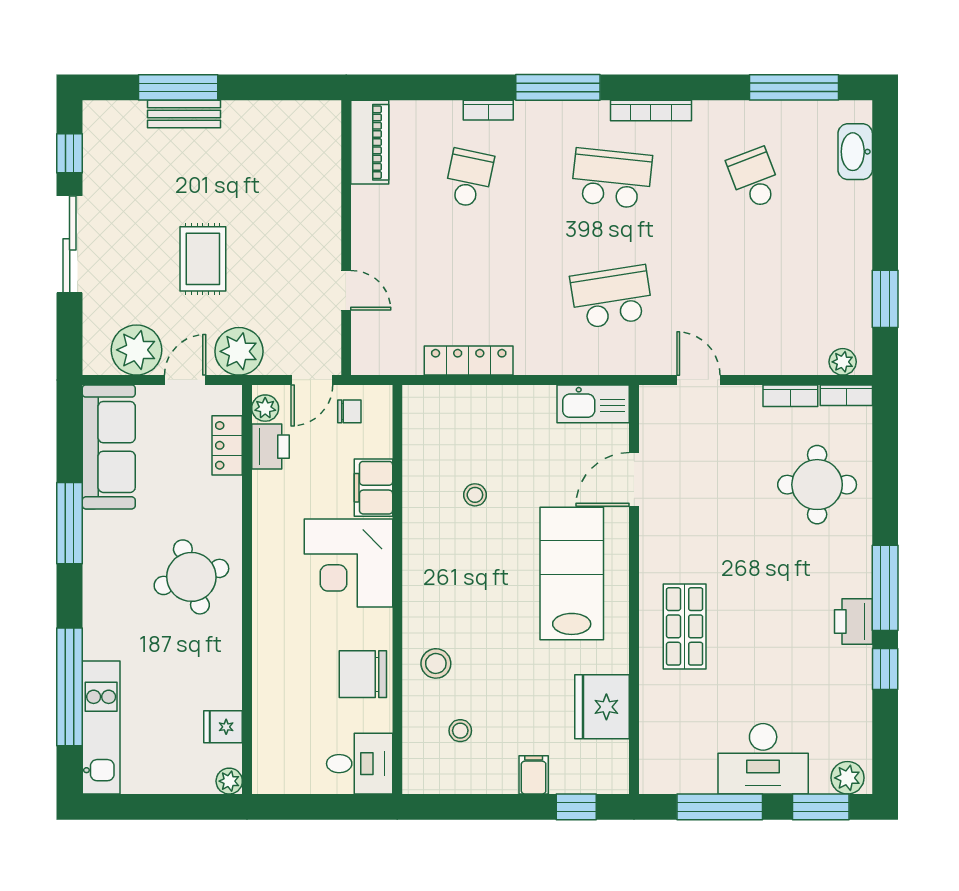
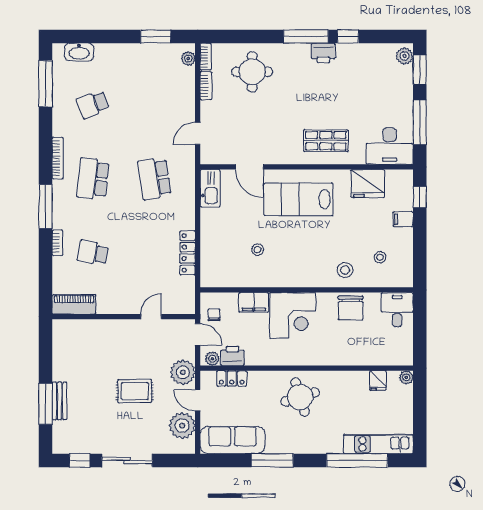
desk: (763, 759) -> (390, 146), moved, turned 90

